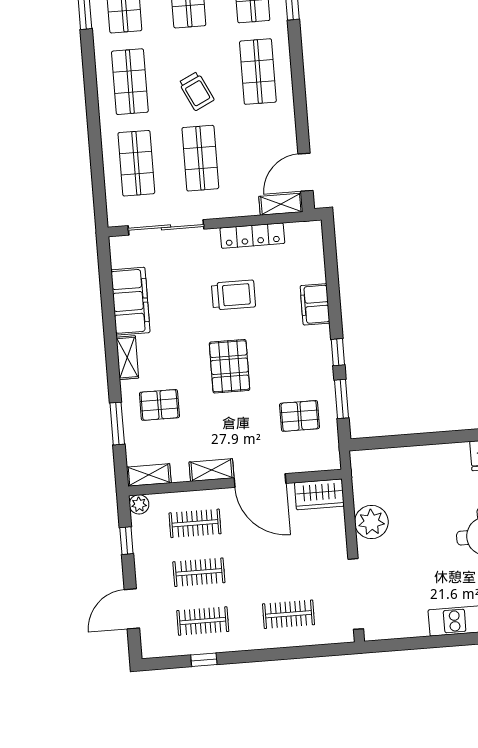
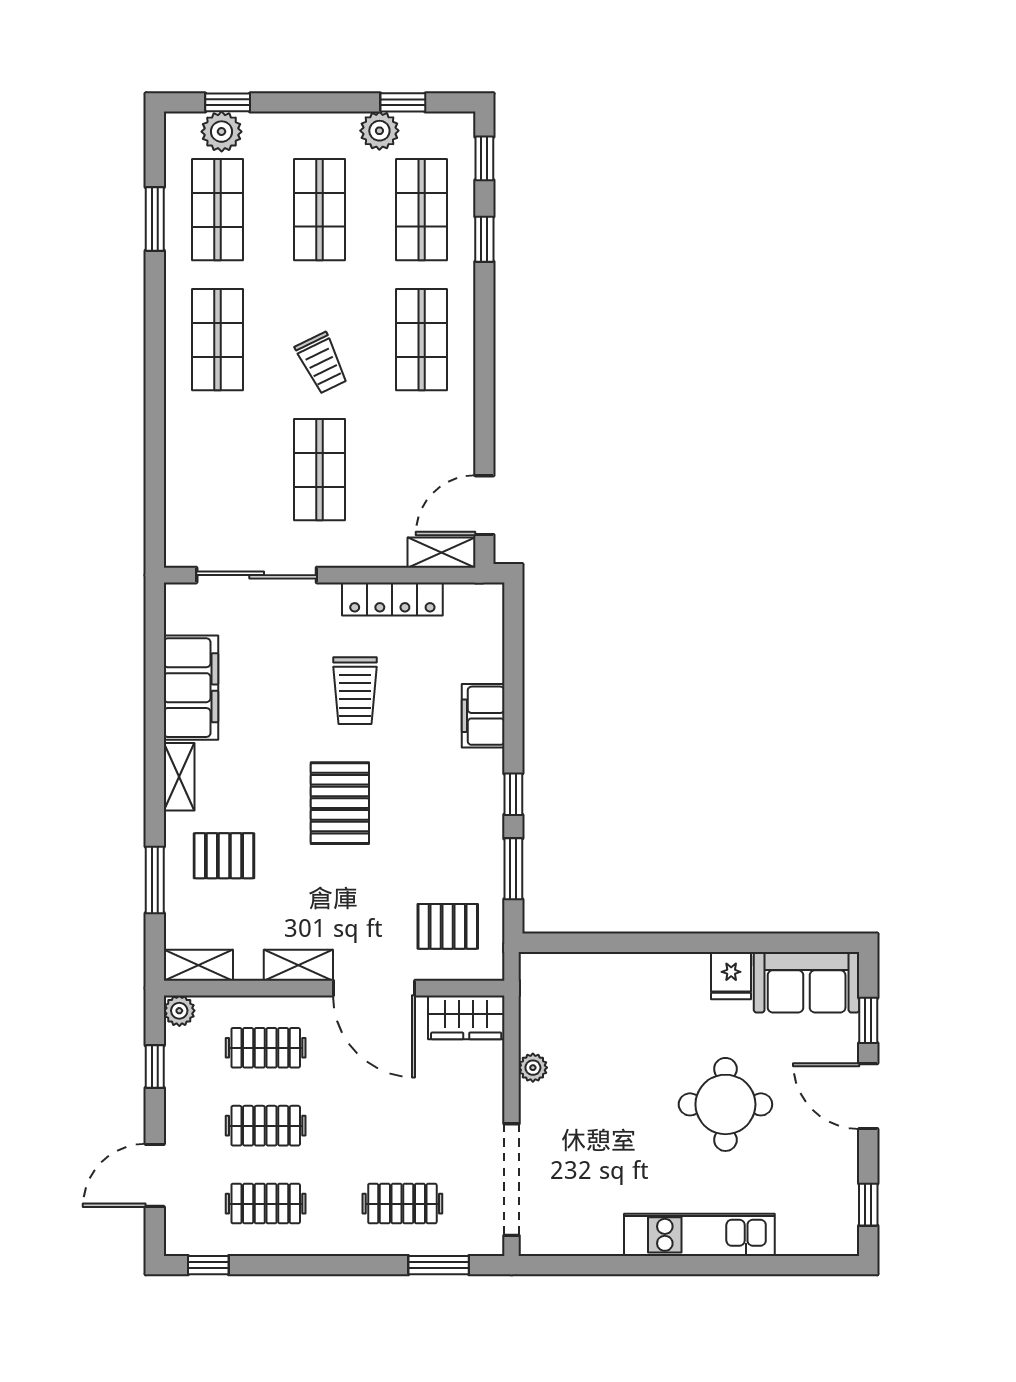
shop shelf: (136, 163) -> (217, 470), removed
trolley: (233, 295) -> (355, 691), turned 90
pallet: (300, 416) -> (448, 926), moved
plant: (371, 522) -> (533, 1068), width x0.53, depth x0.53
window: (314, 651) -> (439, 1265), added
window: (204, 660) -> (208, 1265), moved

